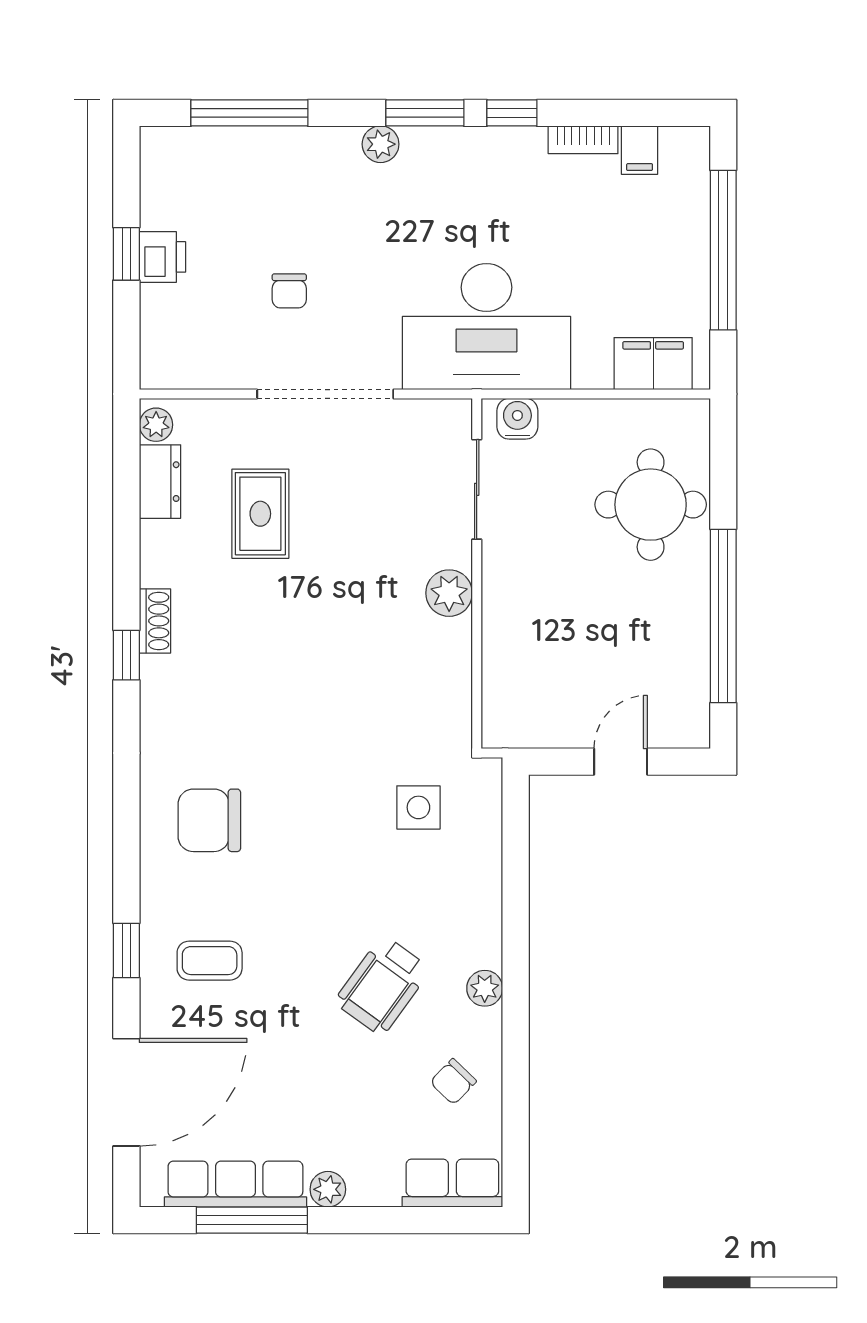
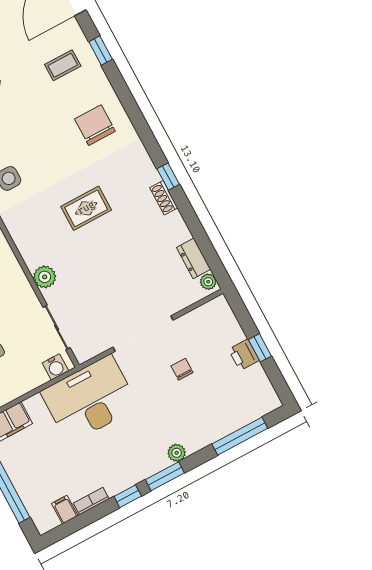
rug: (260, 514) -> (86, 208), moved, turned 90
chair: (209, 820) -> (95, 125), turned -90

